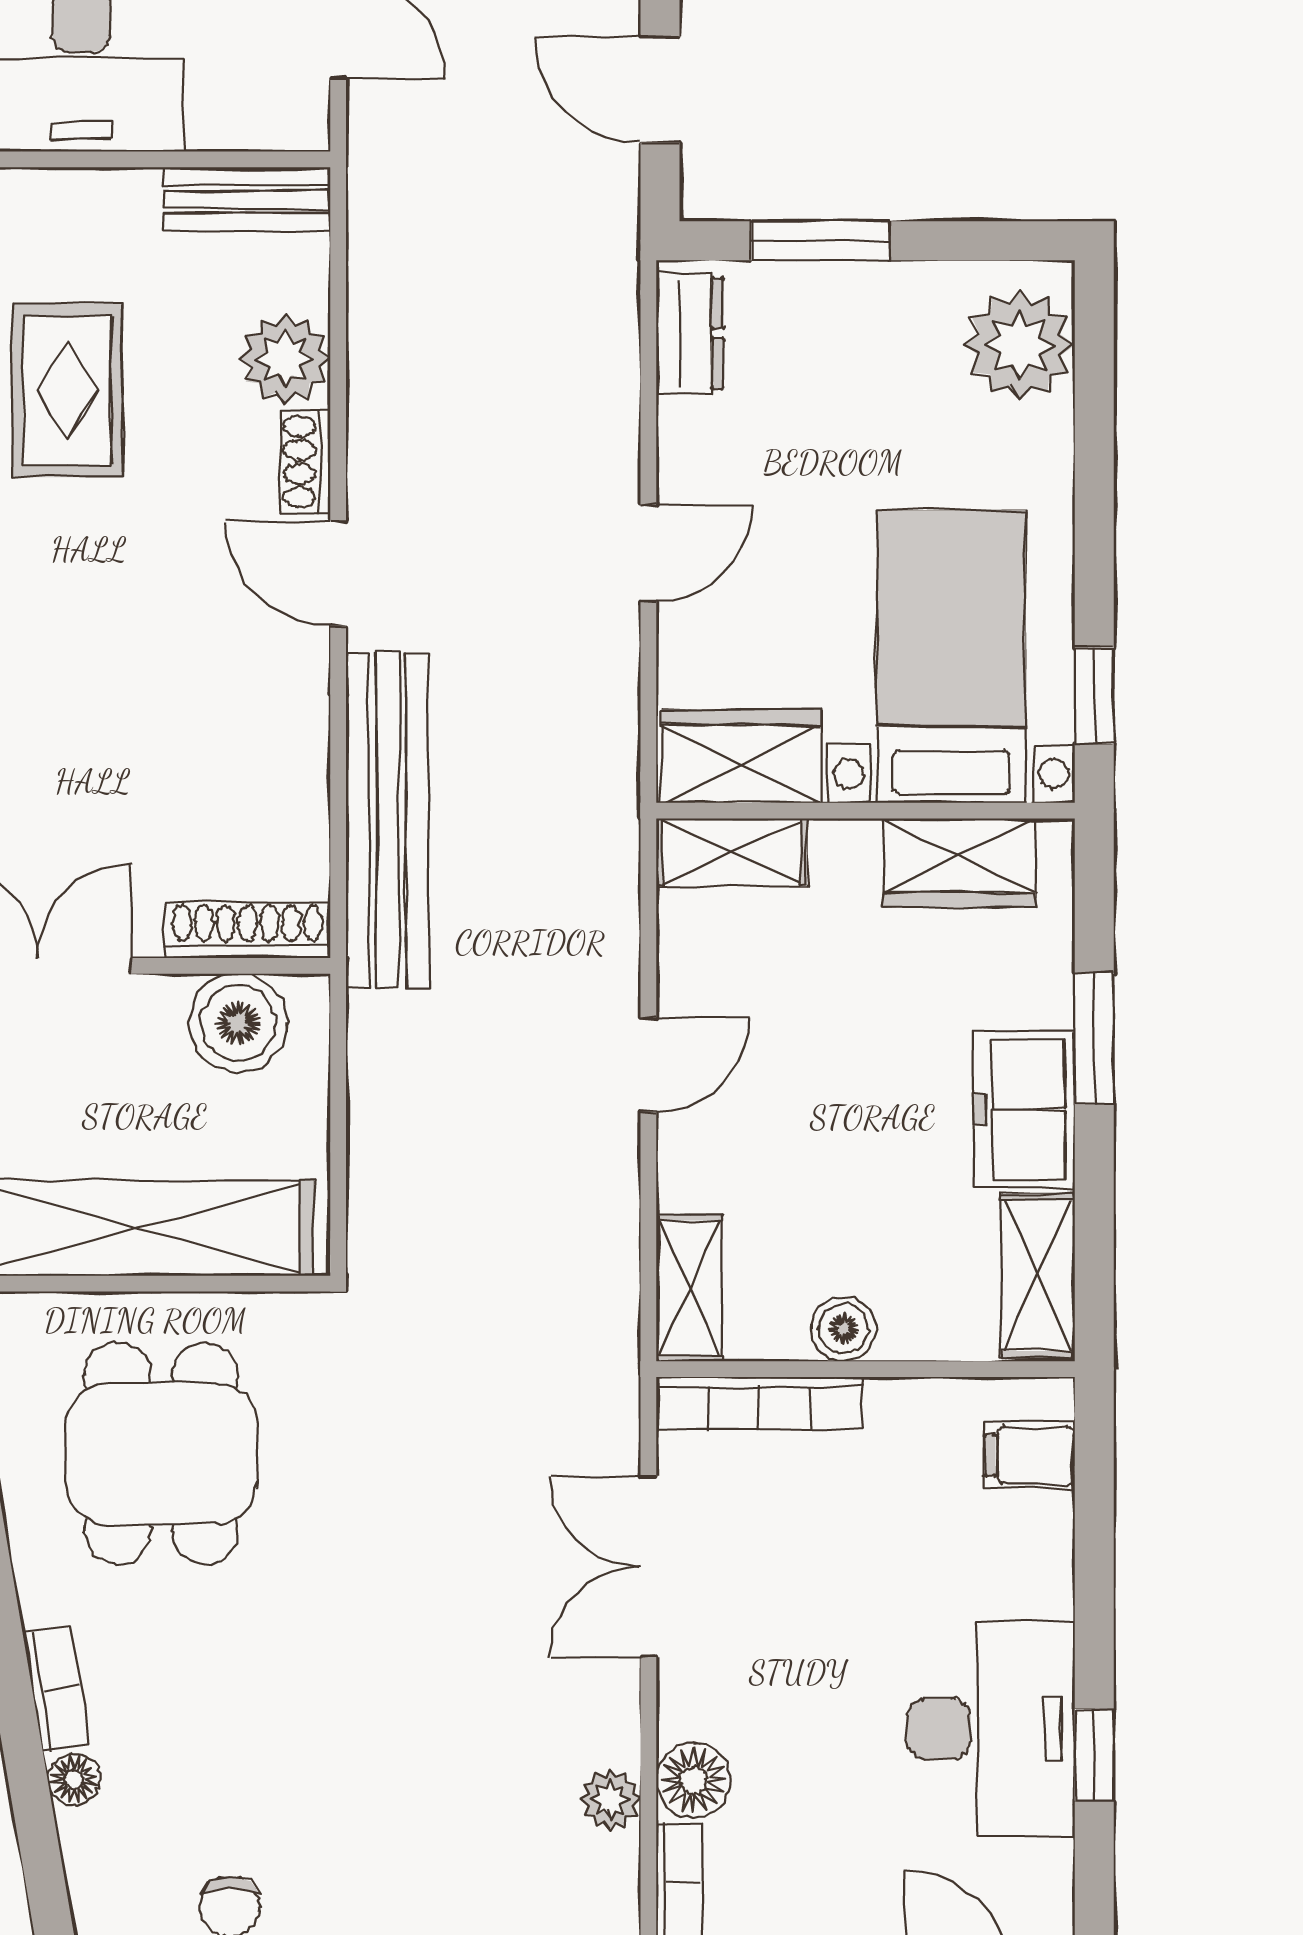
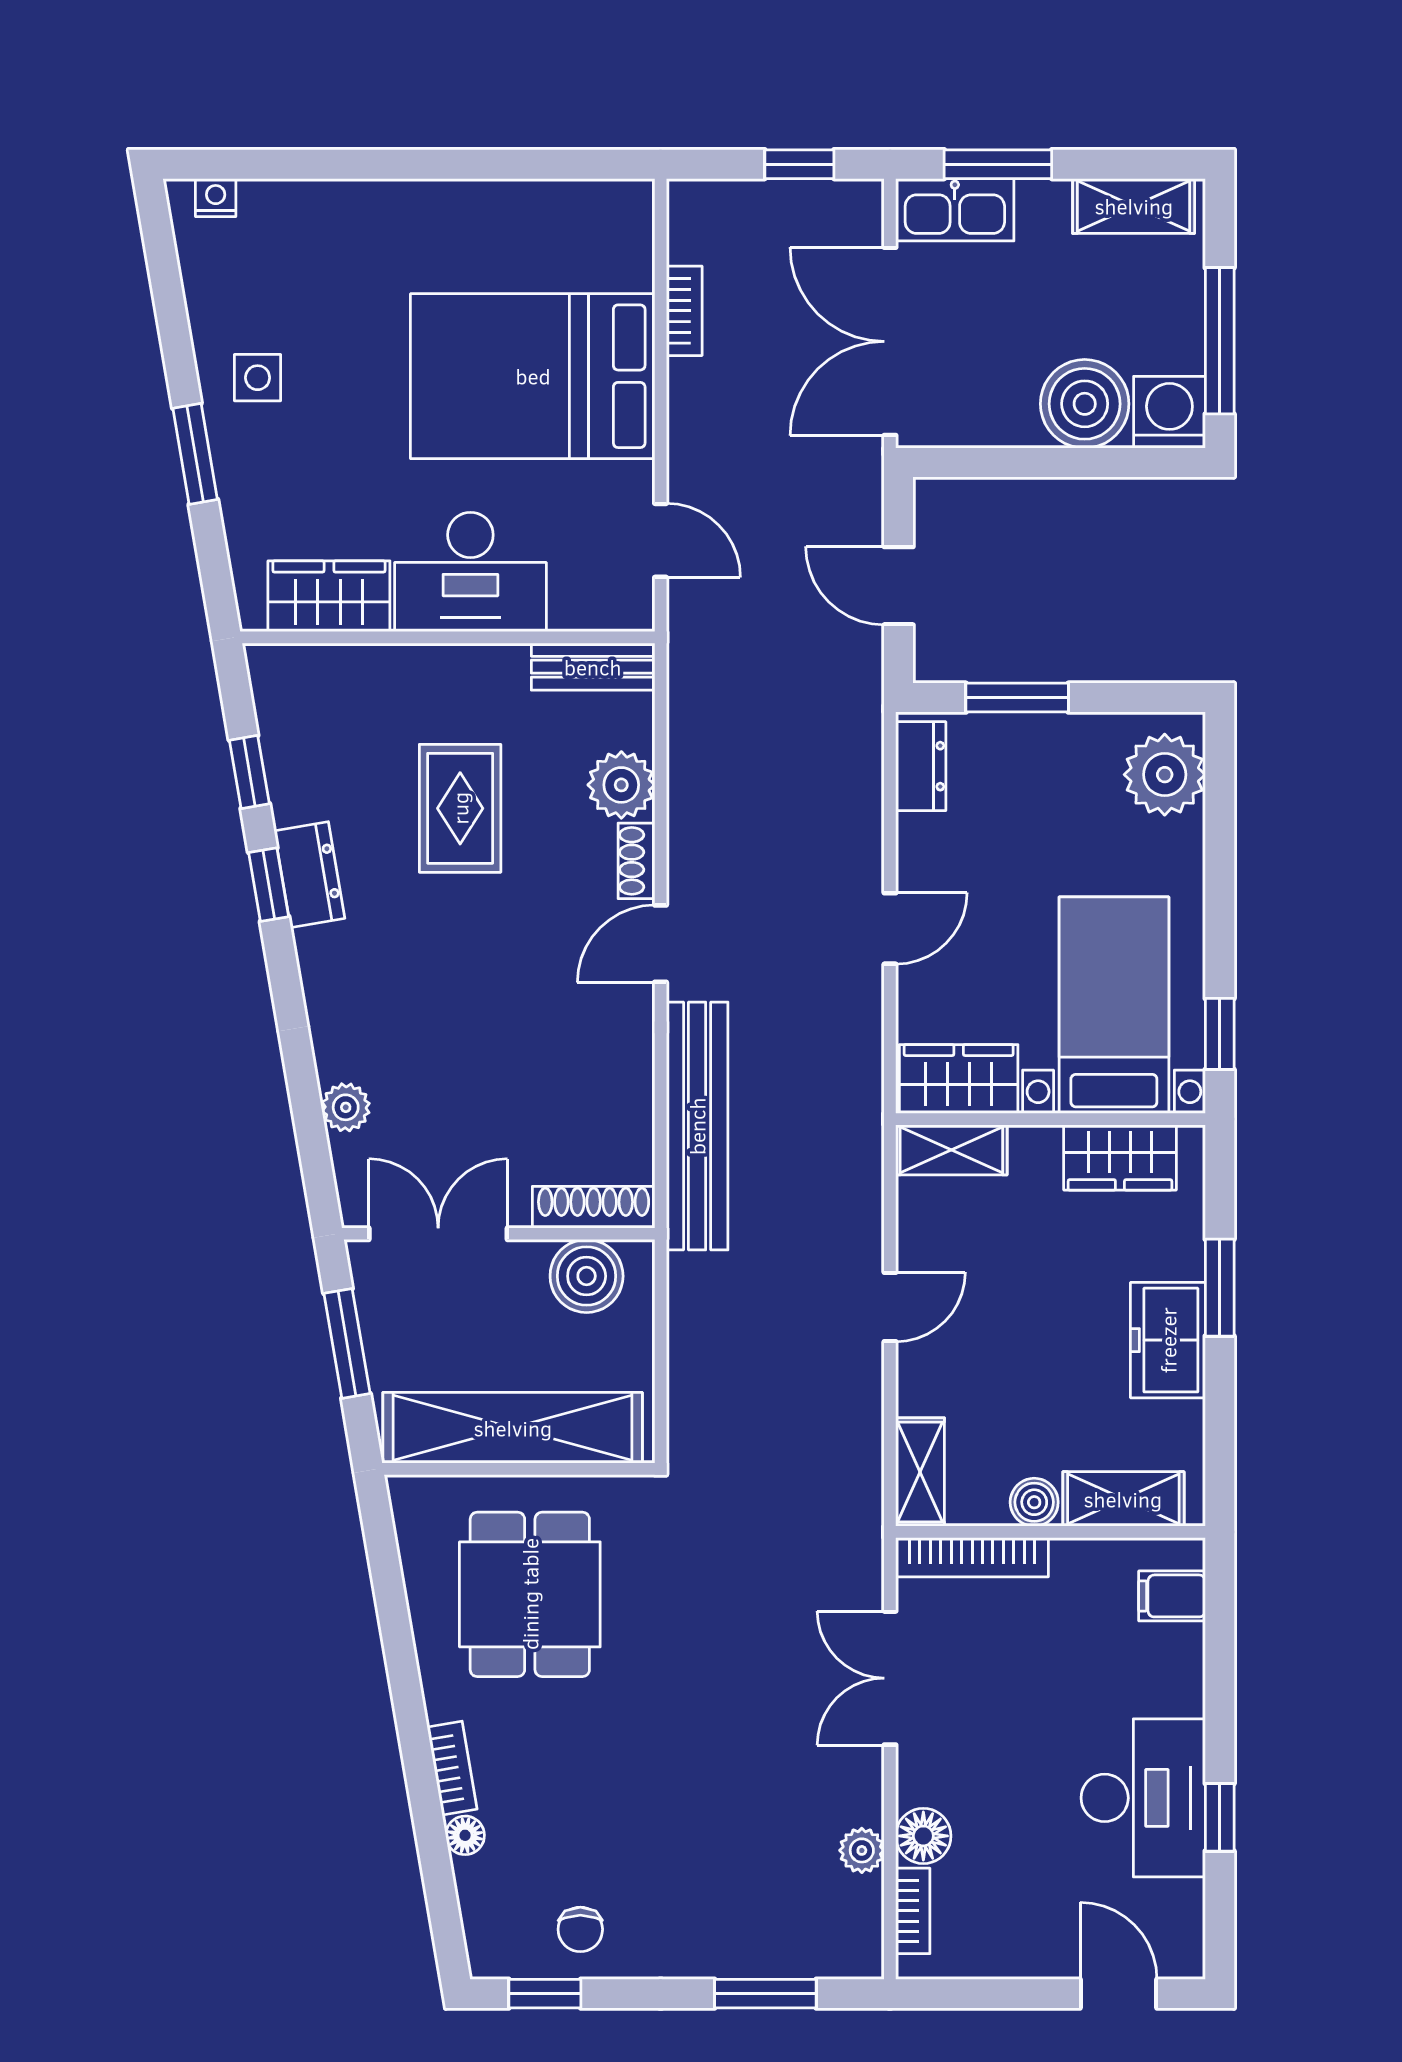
door: (338, 574) -> (661, 944), hinge flipped
shelving: (1038, 1276) -> (1123, 1499), moved, turned 90

